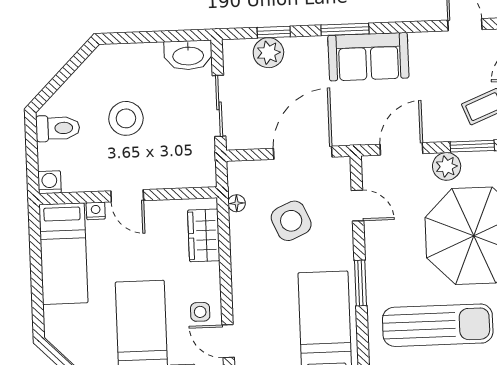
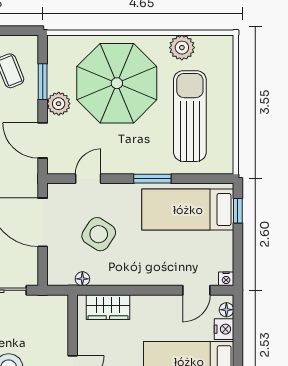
side table: (291, 221) -> (99, 234), turned -33
side table: (200, 312) -> (171, 312), removed

